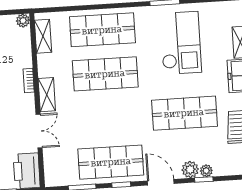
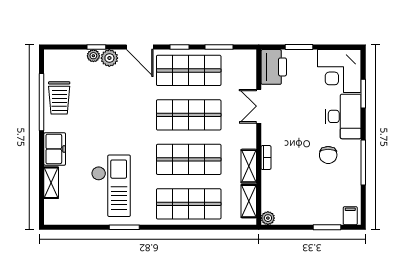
checkout: (181, 43) -> (111, 186), turned 180
shelving: (47, 95) -> (249, 166), moved
shop shelf: (184, 113) -> (189, 115), moved

